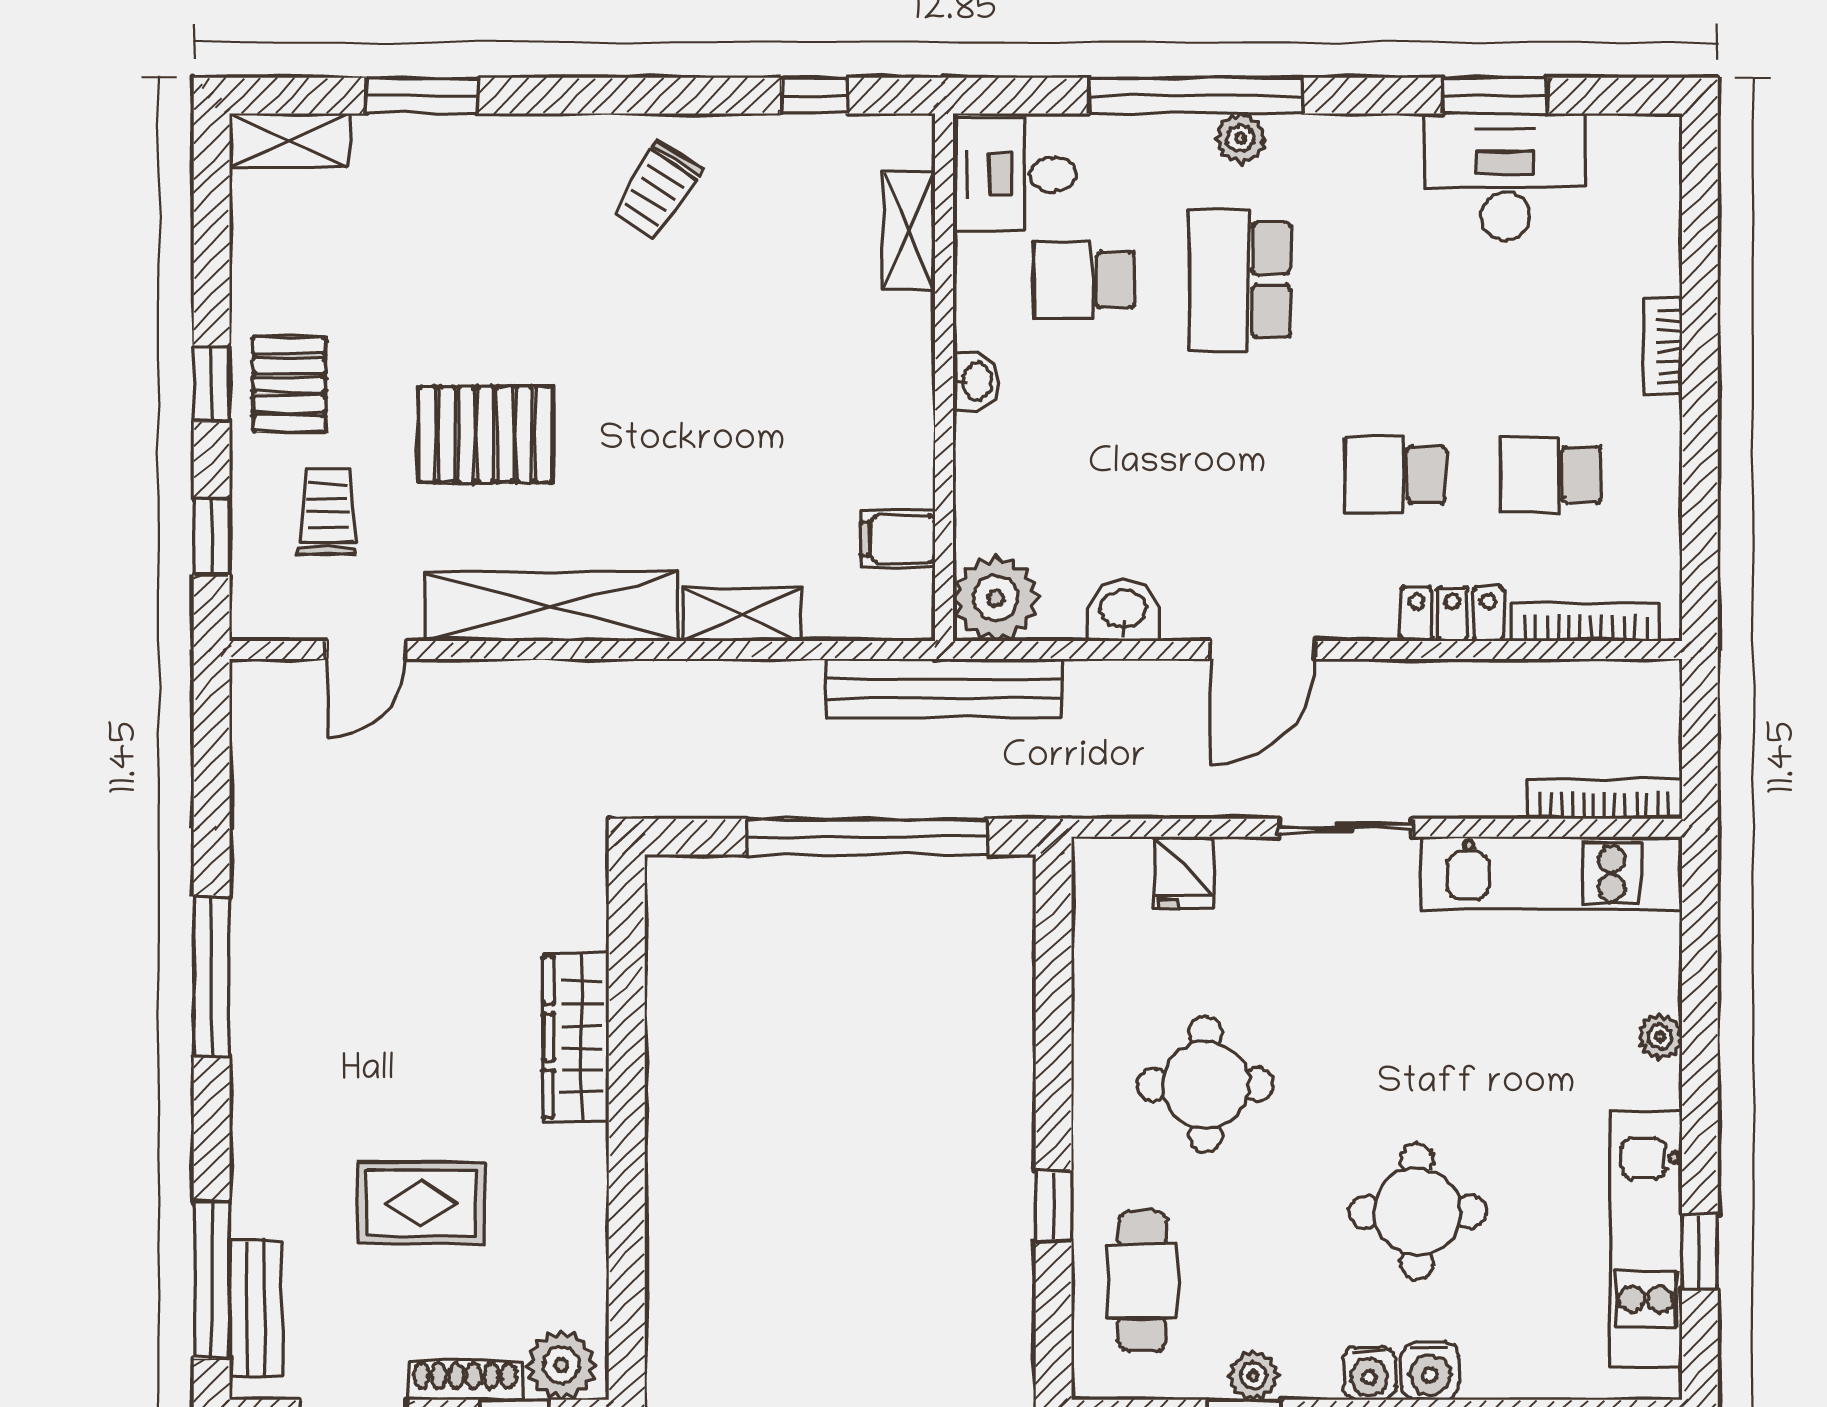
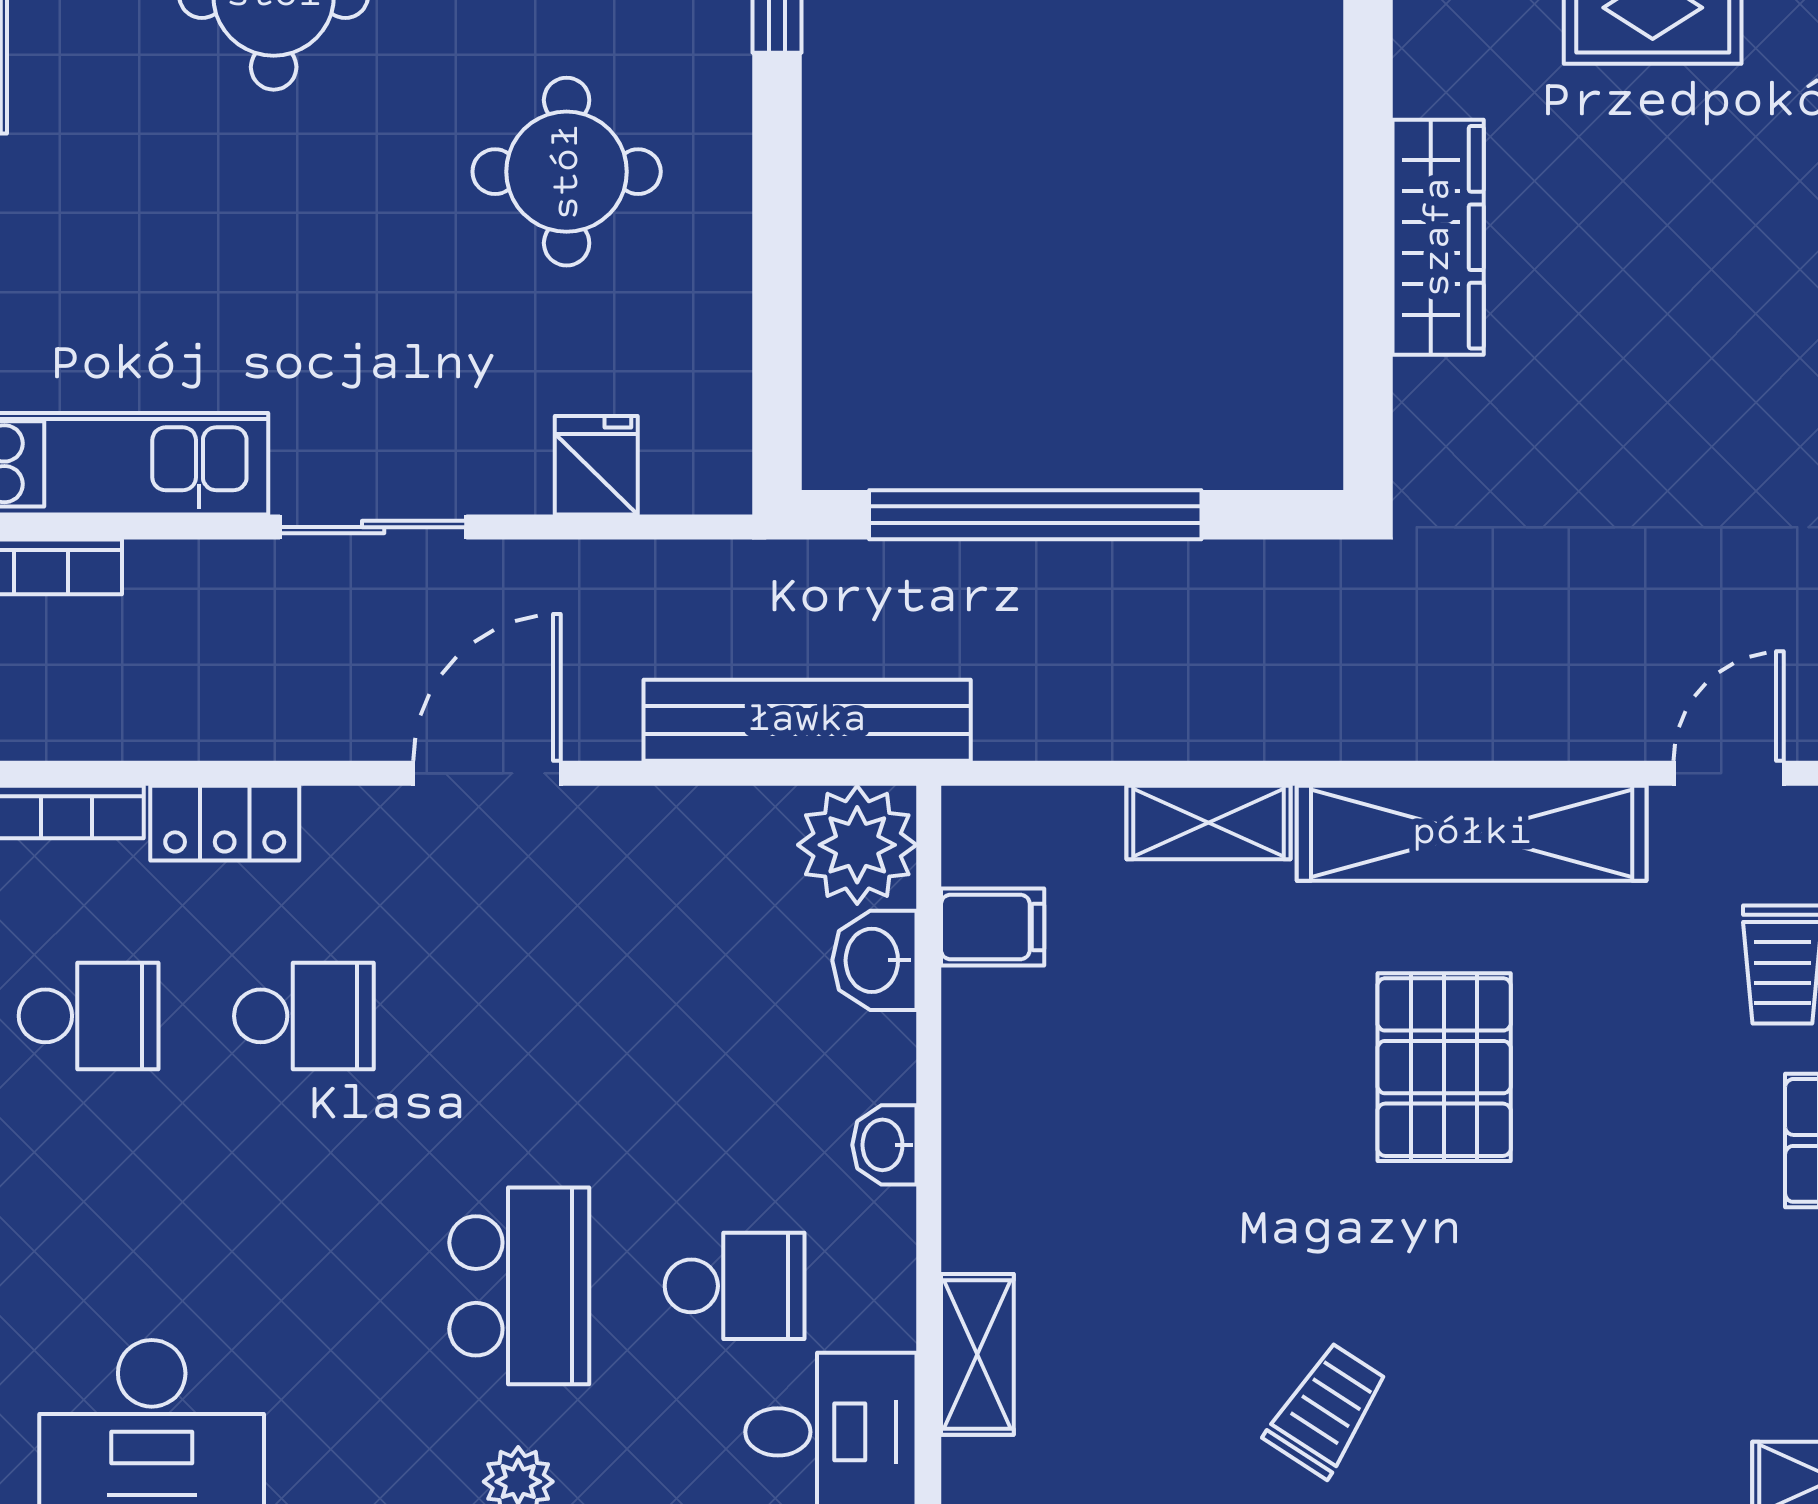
pallet: (486, 434) -> (1444, 1067), moved, turned 90
washbasin: (1123, 611) -> (874, 960), moved, turned 90
bench: (944, 688) -> (807, 720), moved

